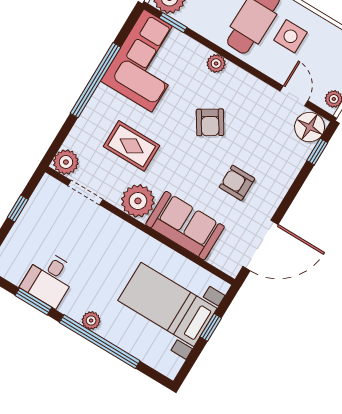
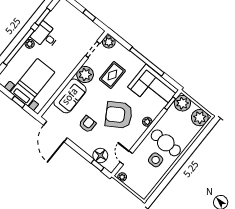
door: (294, 96) -> (126, 158), swing flipped
armchair: (210, 122) -> (119, 115), width x1.88, depth x1.88
floor lamp: (310, 127) -> (100, 156), moved
desk: (49, 279) -> (45, 36), moved

